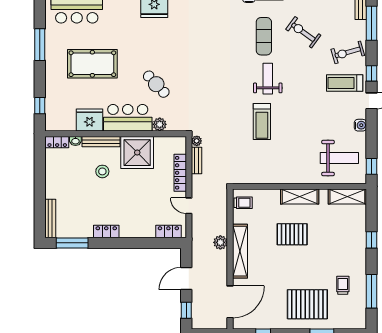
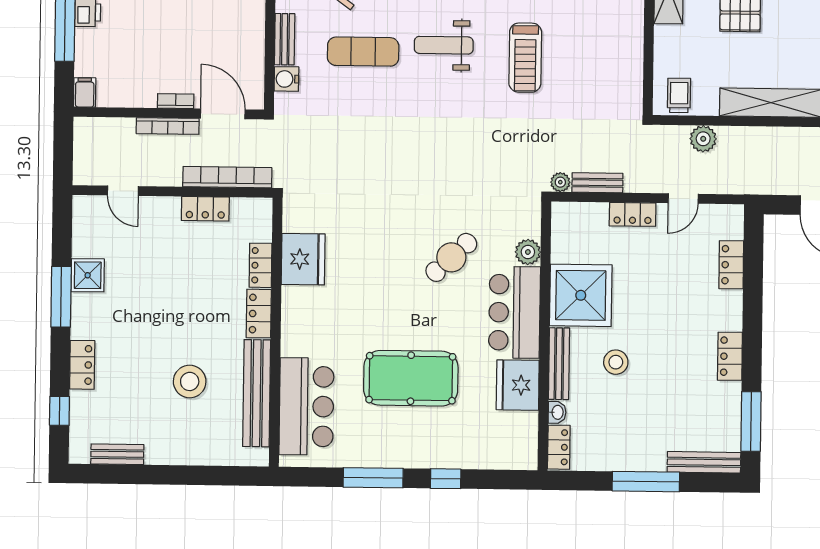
pool table: (92, 64) -> (411, 378), turned 90
window: (40, 106) -> (446, 479), moved
treadmill: (262, 122) -> (525, 58), turned 90
locker: (180, 173) -> (633, 214), width x0.66
window: (40, 188) -> (646, 482), added
locker: (168, 231) -> (731, 265), moved
plant: (220, 242) -> (703, 139), moved

